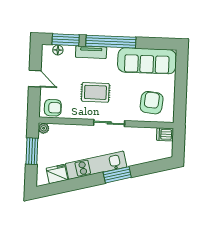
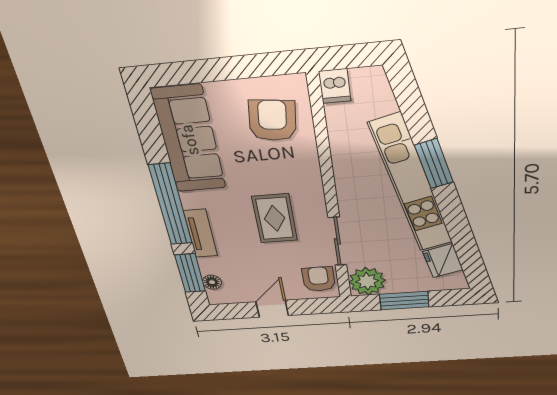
armchair: (152, 103) -> (272, 121), turned 91
sliding door: (109, 123) -> (337, 241), moved
plant: (44, 128) -> (367, 281), width x1.88, depth x1.88
kitchen unit: (96, 165) -> (411, 185), width x1.36

